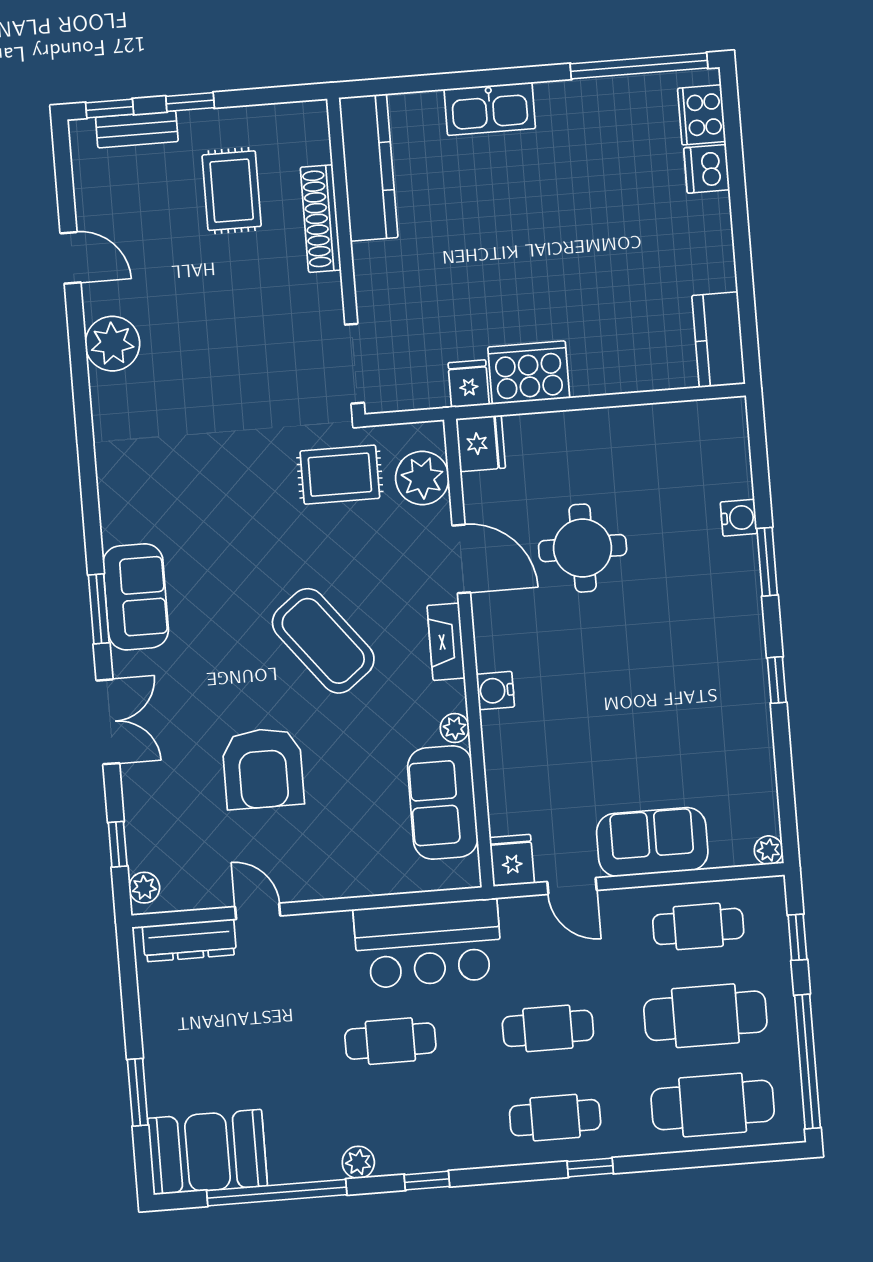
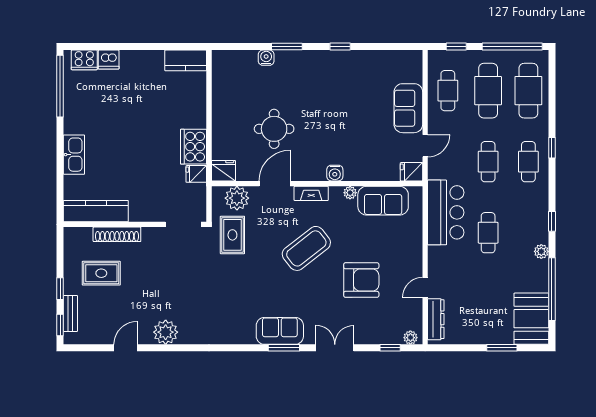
plant: (769, 850) -> (416, 56), removed

